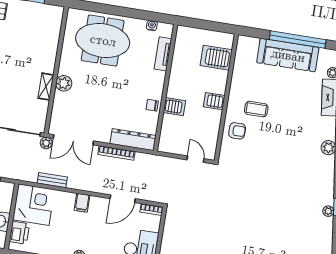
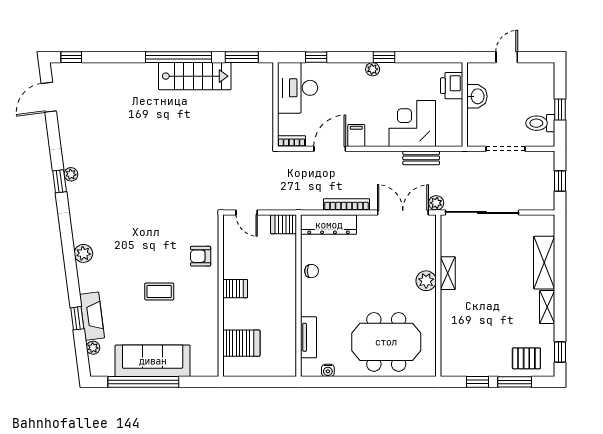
server rack: (174, 107) -> (284, 224), moved
coffee table: (256, 109) -> (159, 291), moved
filing cabinet: (82, 203) -> (356, 136), moved
corner desk: (34, 205) -> (412, 123), moved, turned 90

